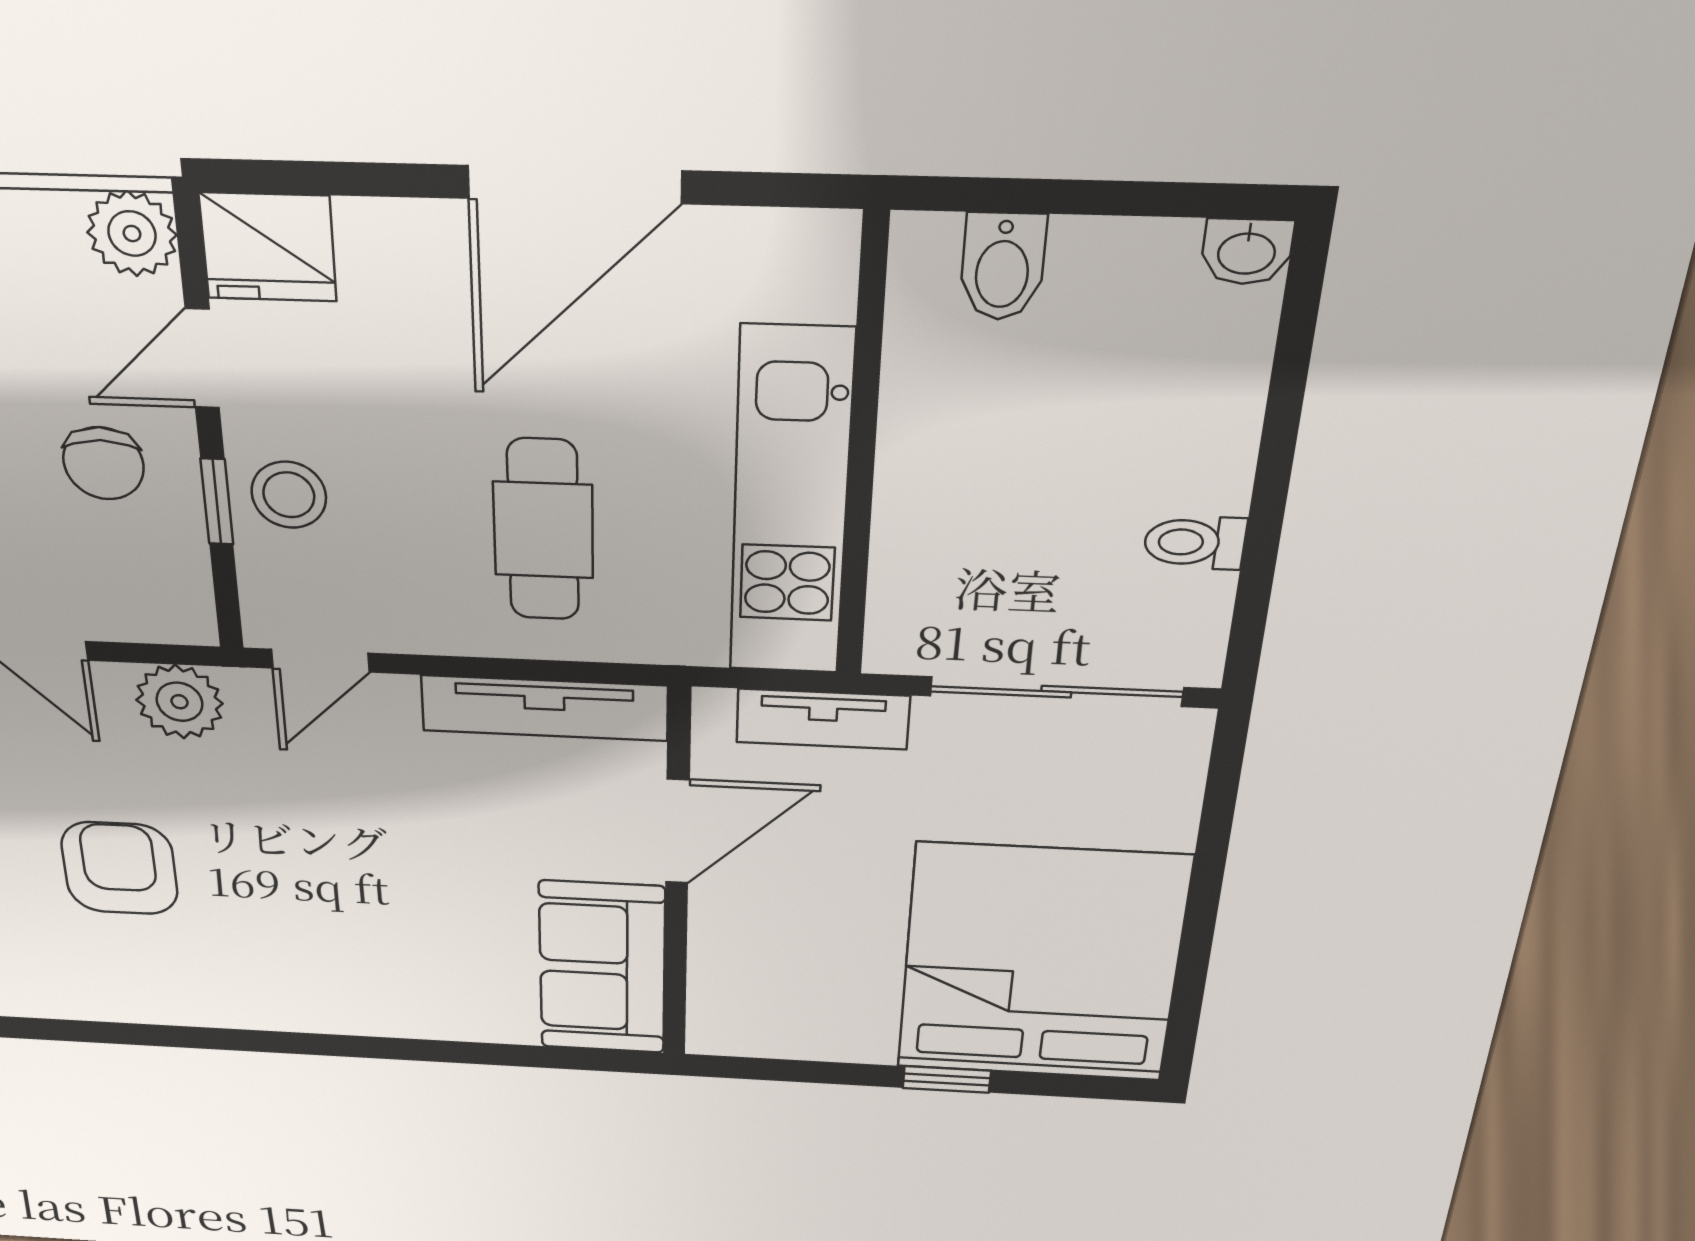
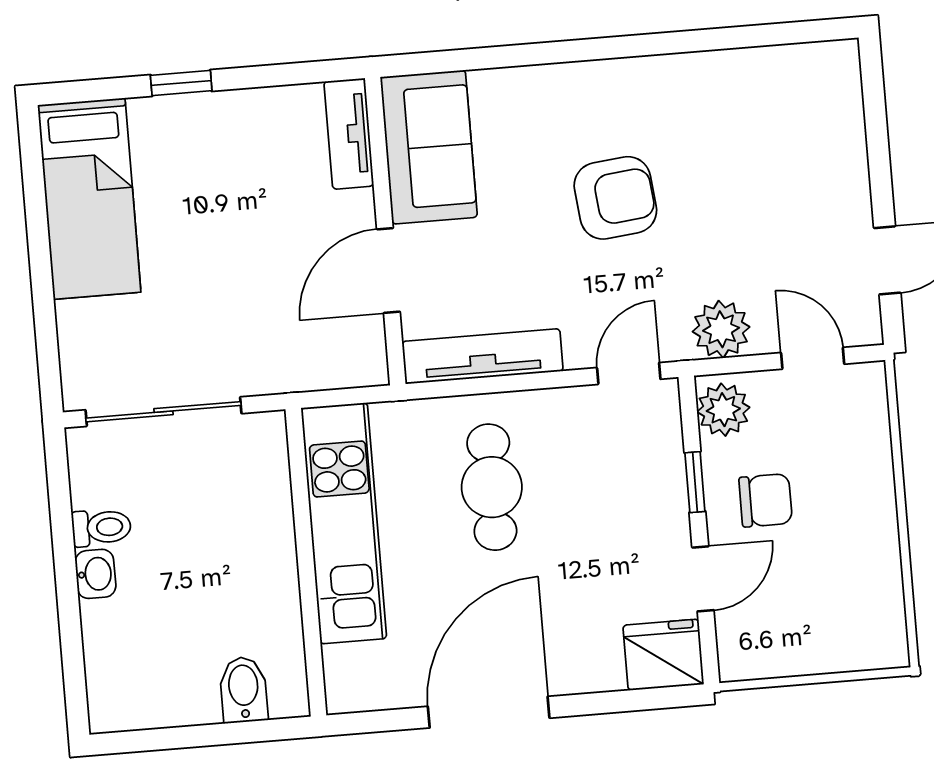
plant: (132, 234) -> (723, 410), moved
washbasin: (1247, 252) -> (95, 574), moved, turned 90
chair: (103, 463) -> (766, 500), turned 90
stool: (289, 495) -> (650, 492), removed
tv unit: (823, 719) -> (349, 134), moved, turned -90
armchair: (120, 868) -> (615, 198), moved, turned -96
bed: (1041, 964) -> (89, 199), width x0.49

